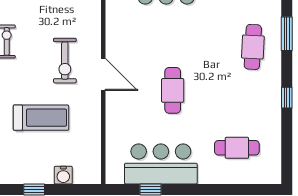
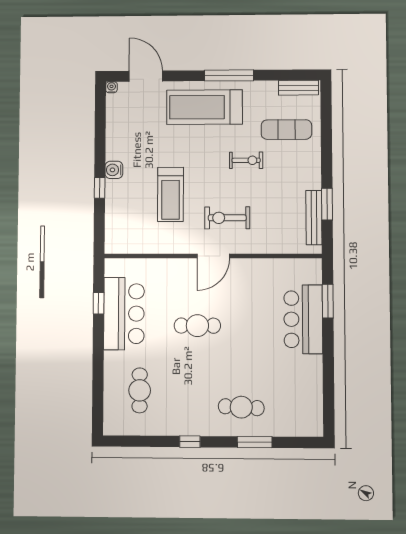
water cooler: (63, 175) -> (114, 170), moved

